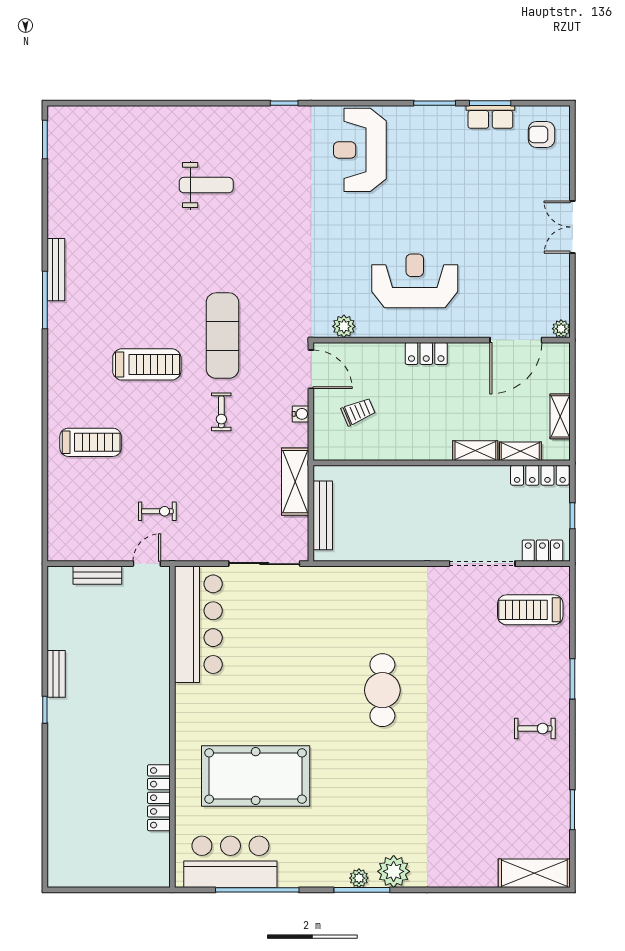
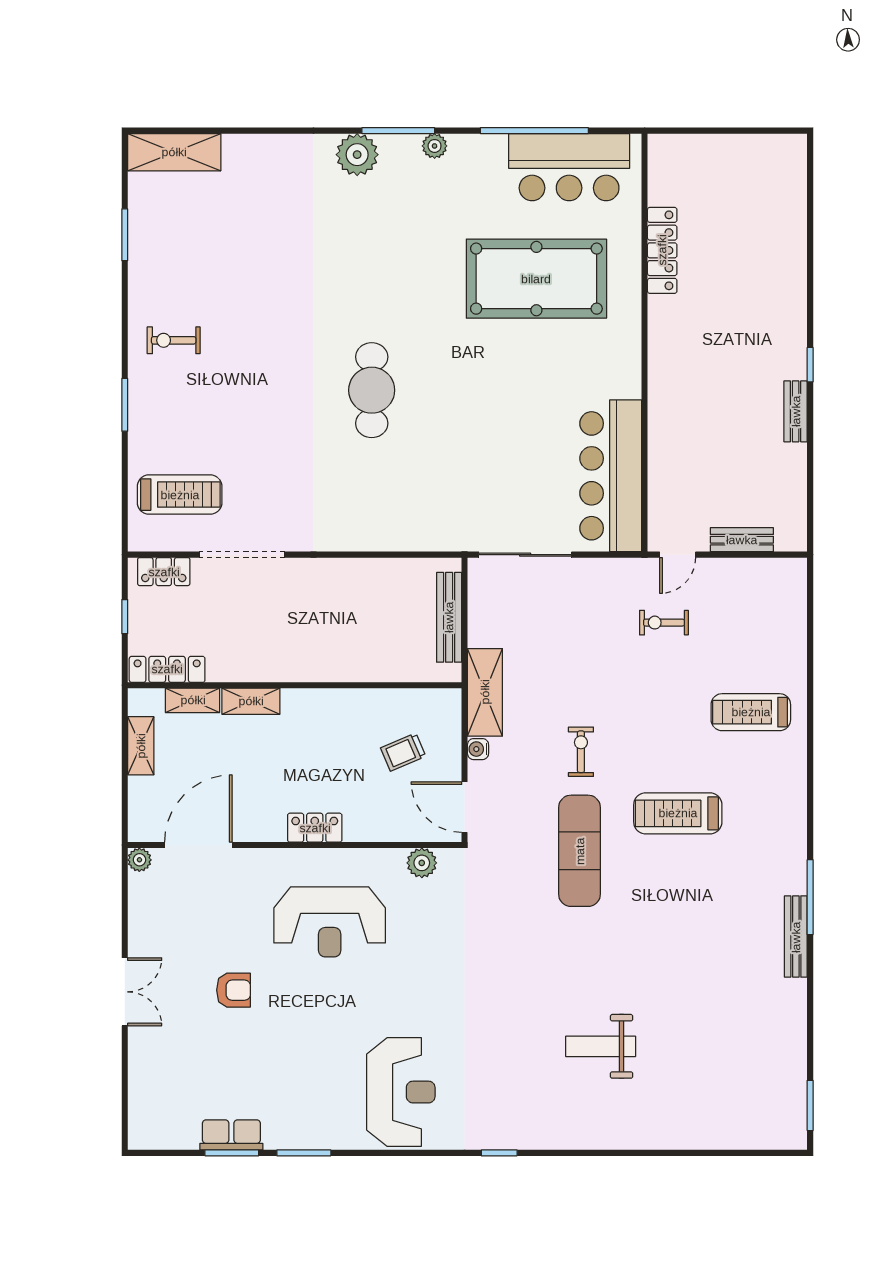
armchair: (541, 135) -> (234, 990), moved
shelving: (295, 482) -> (485, 692), moved
plant: (359, 878) -> (435, 146), moved

